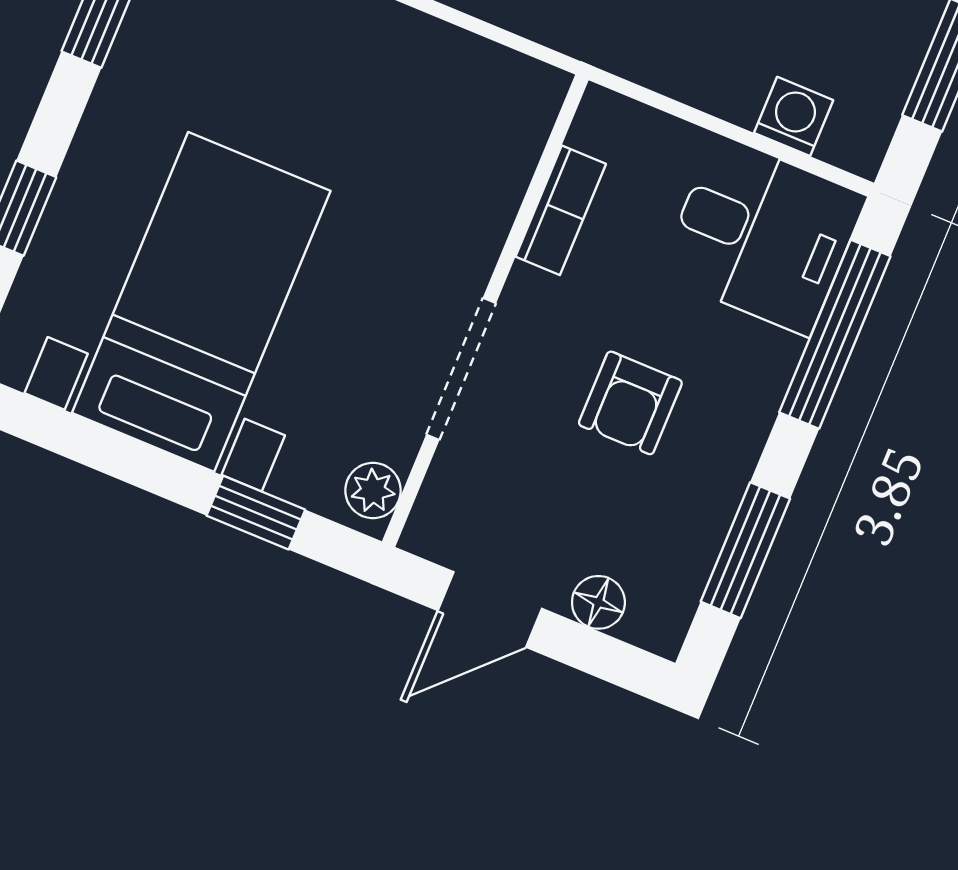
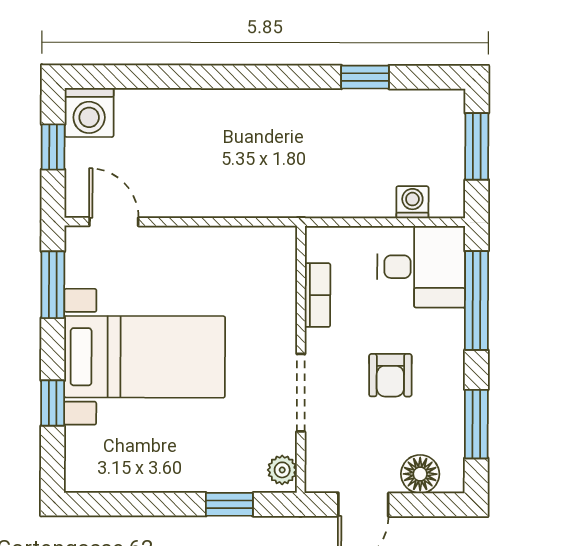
bed with nightstands: (201, 302) -> (145, 357), moved, turned 90
floor lamp: (598, 602) -> (420, 474), width x1.37, depth x1.37

